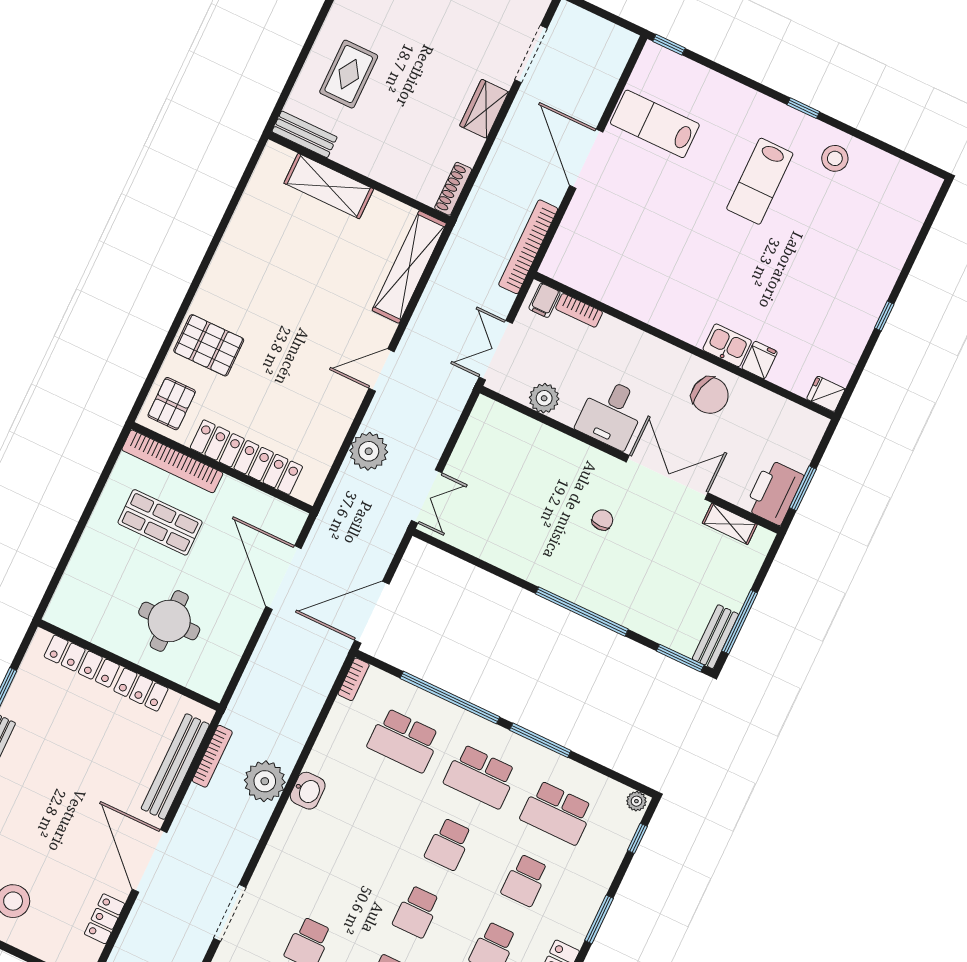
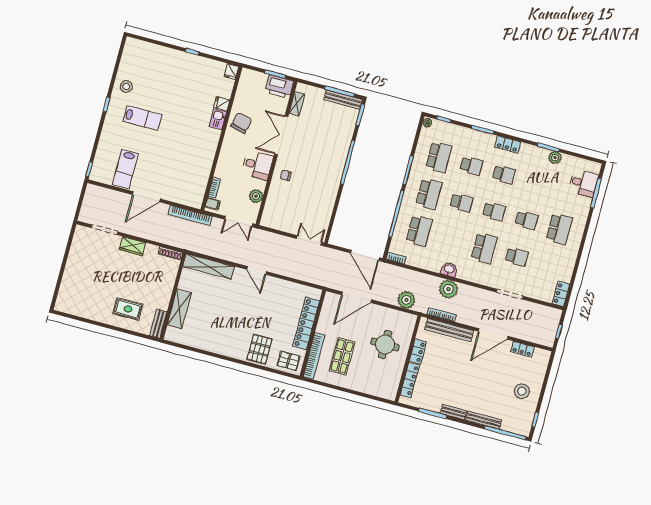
plant: (369, 451) -> (406, 300), moved
chair: (602, 520) -> (286, 175), moved
bench: (715, 637) -> (343, 100), width x1.36
school desk: (340, 876) -> (484, 248), added

